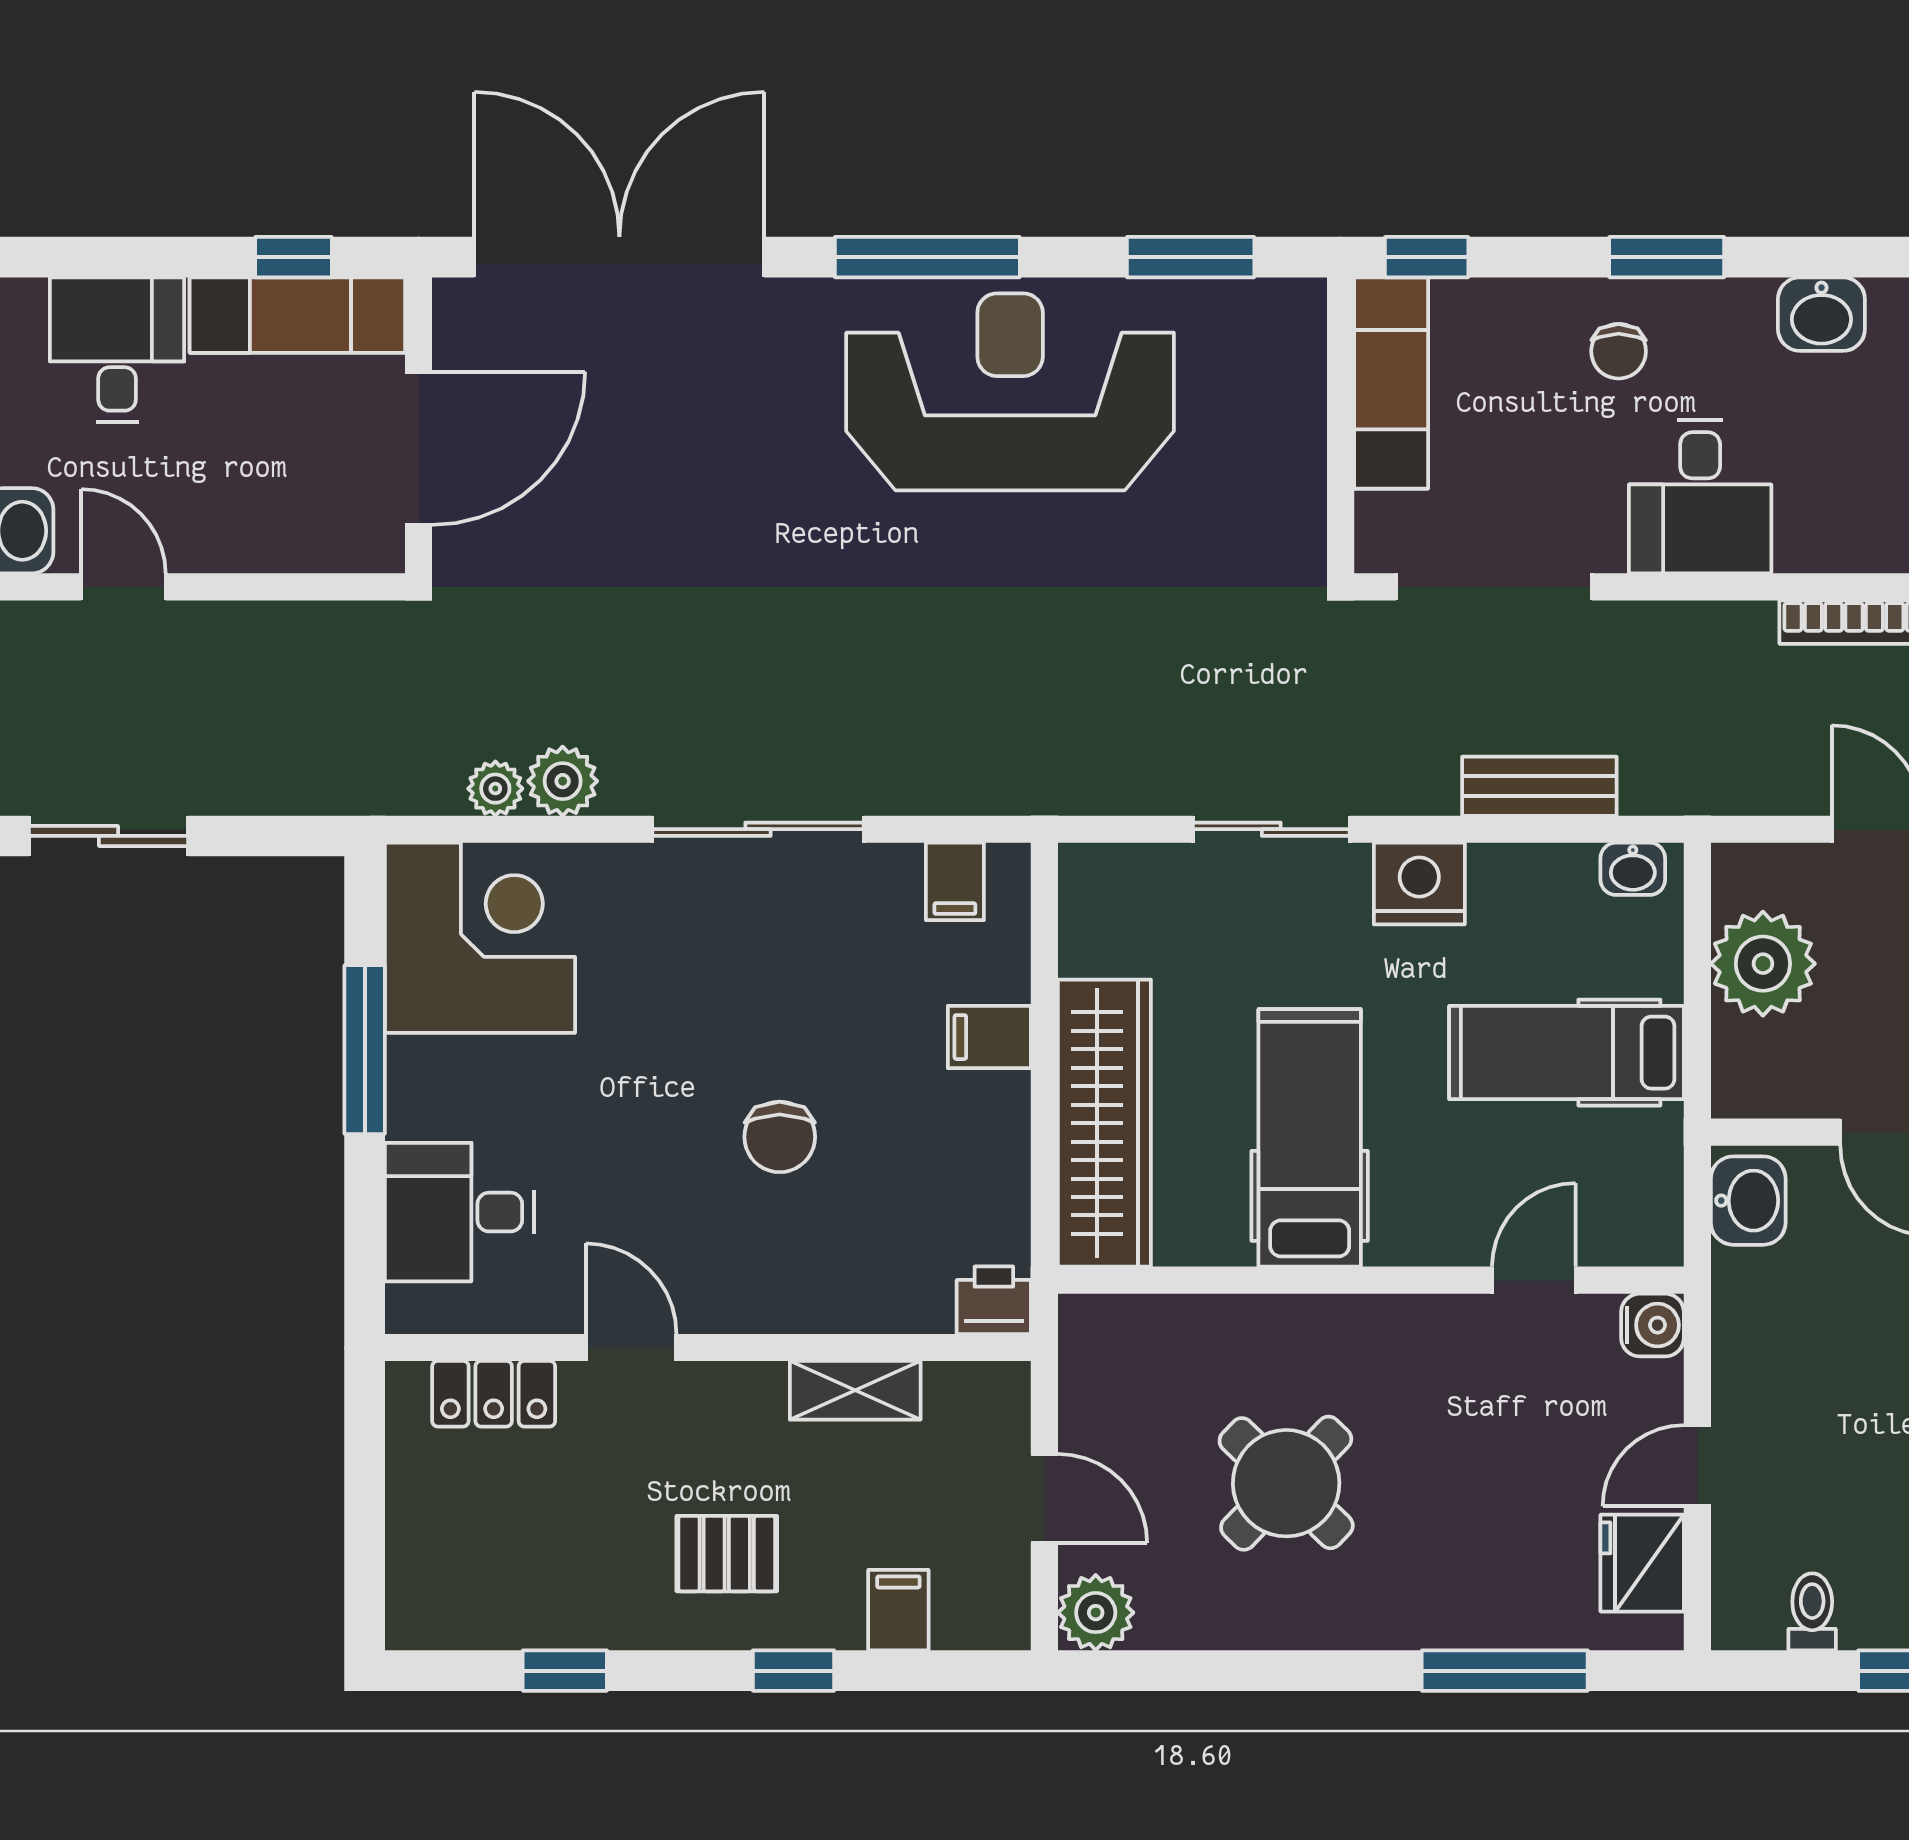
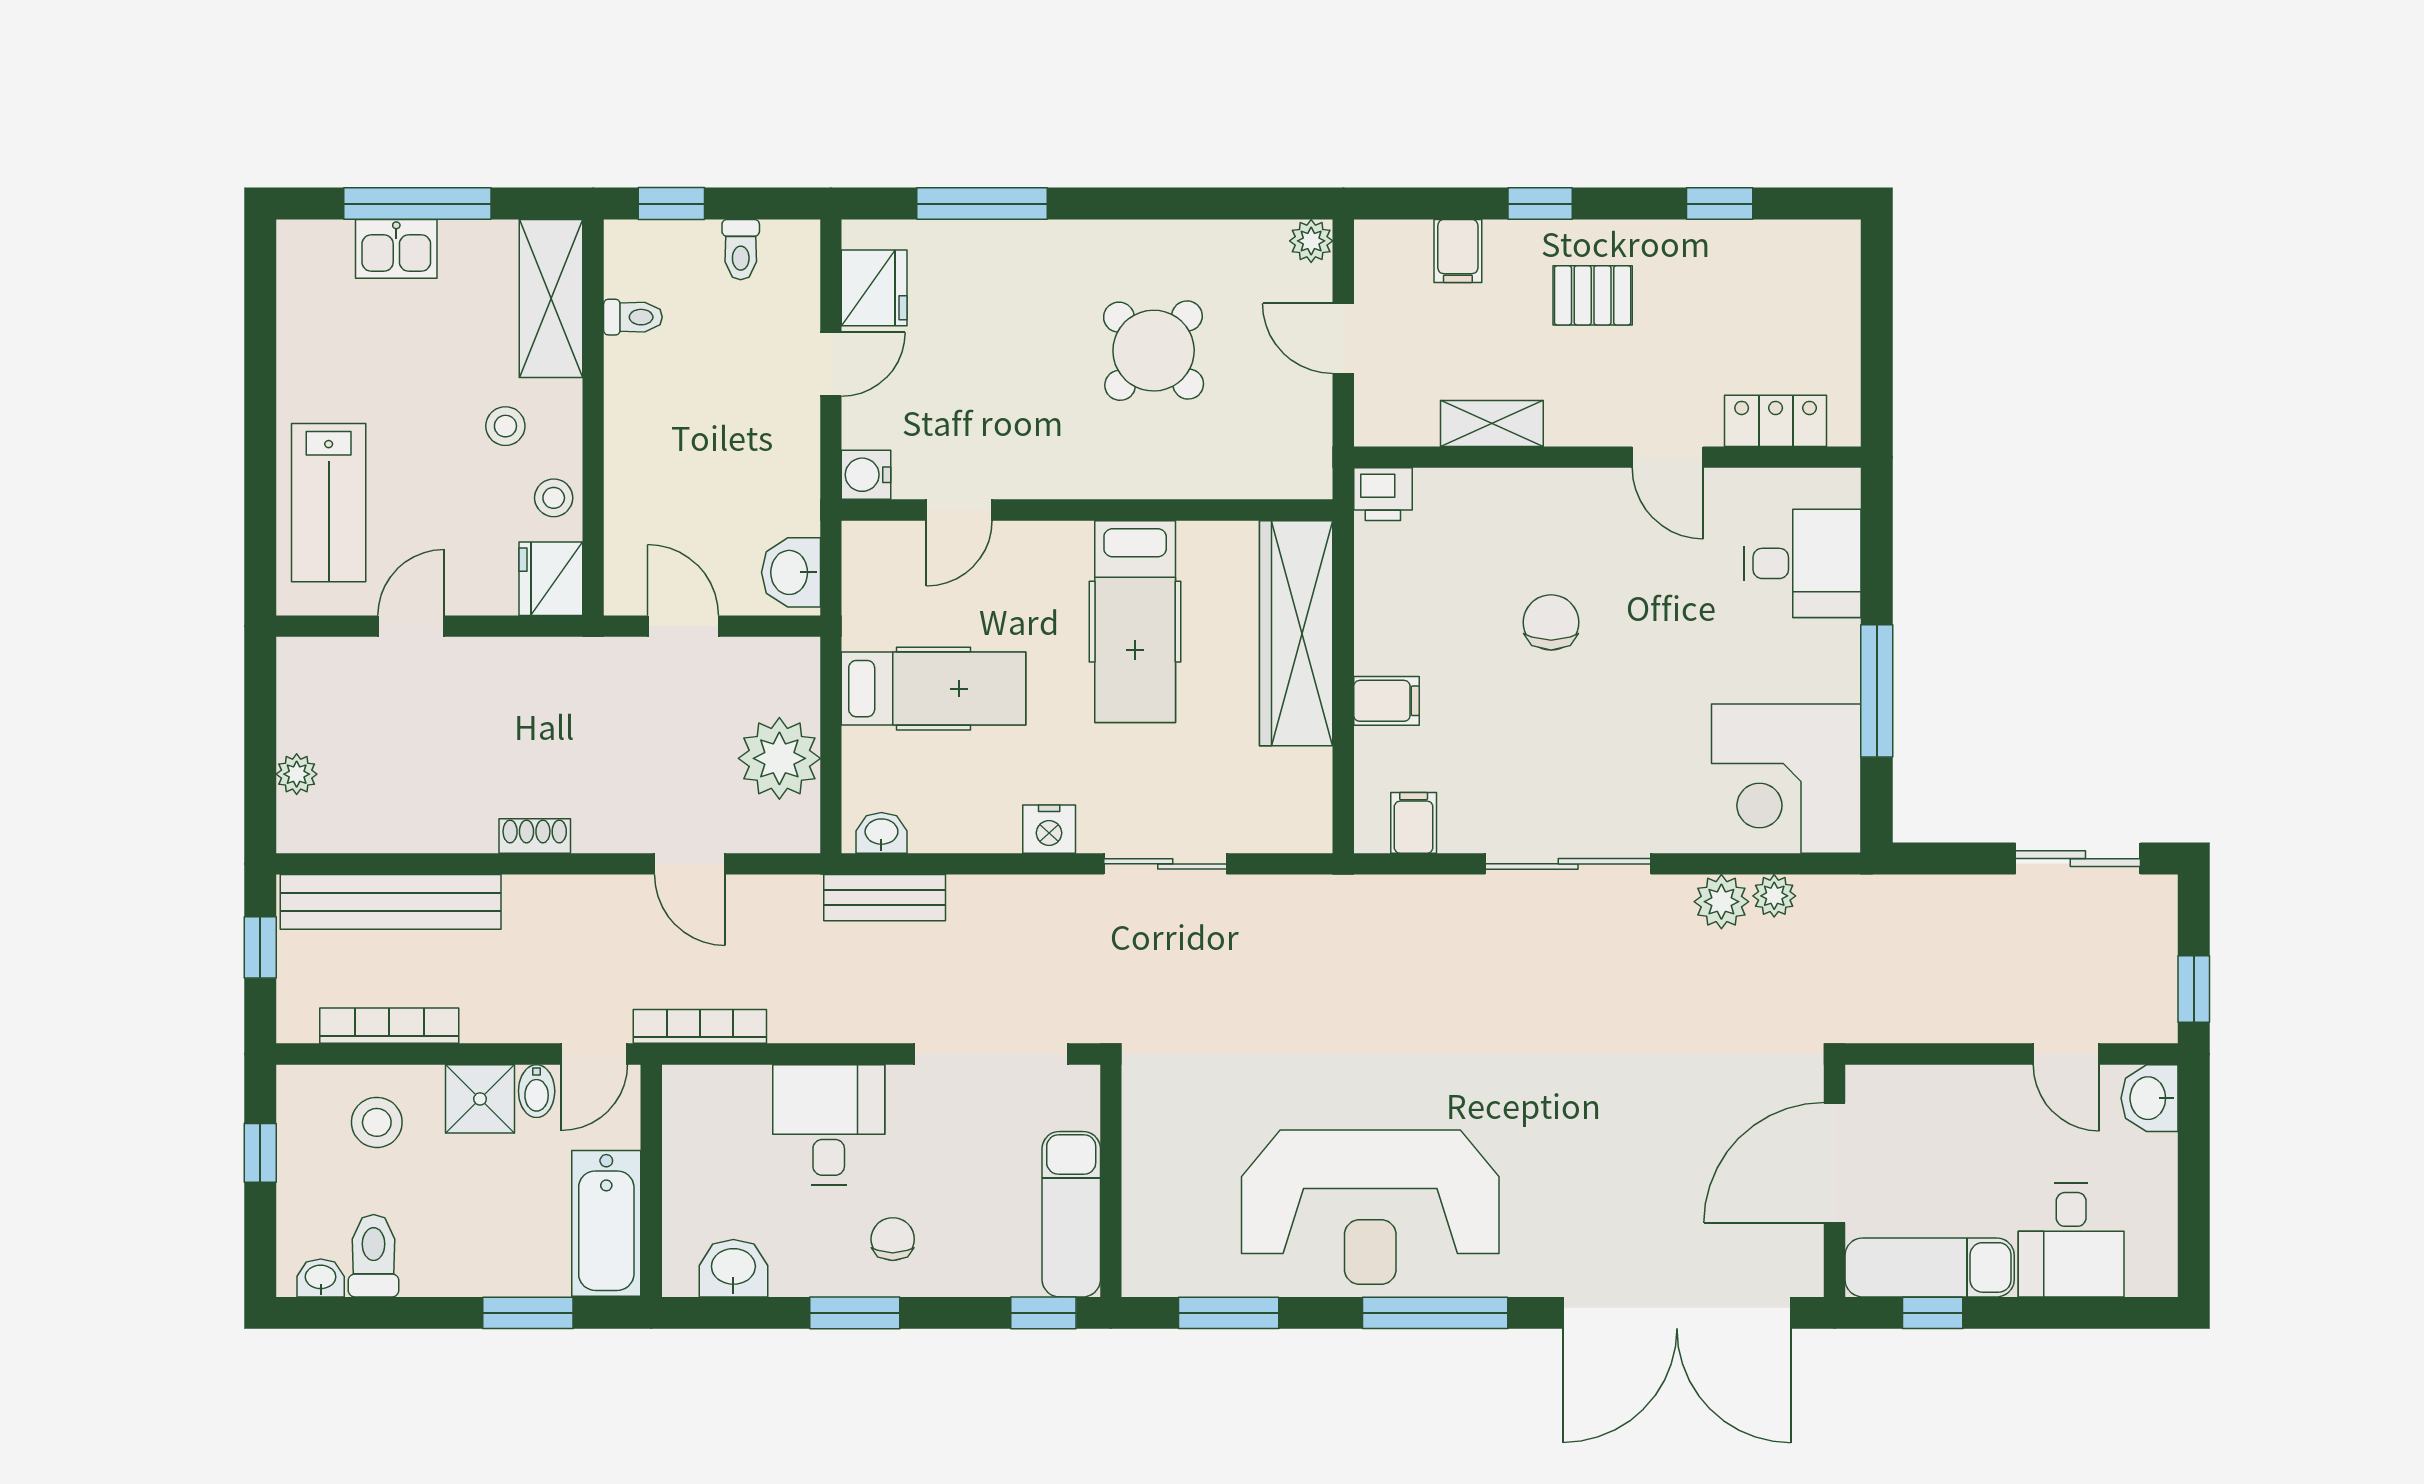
bench: (1539, 786) -> (885, 898), moved
nightstand: (1419, 884) -> (1049, 829), width x0.74, depth x0.75
plant: (1096, 1613) -> (1311, 241), width x0.73, depth x0.73

